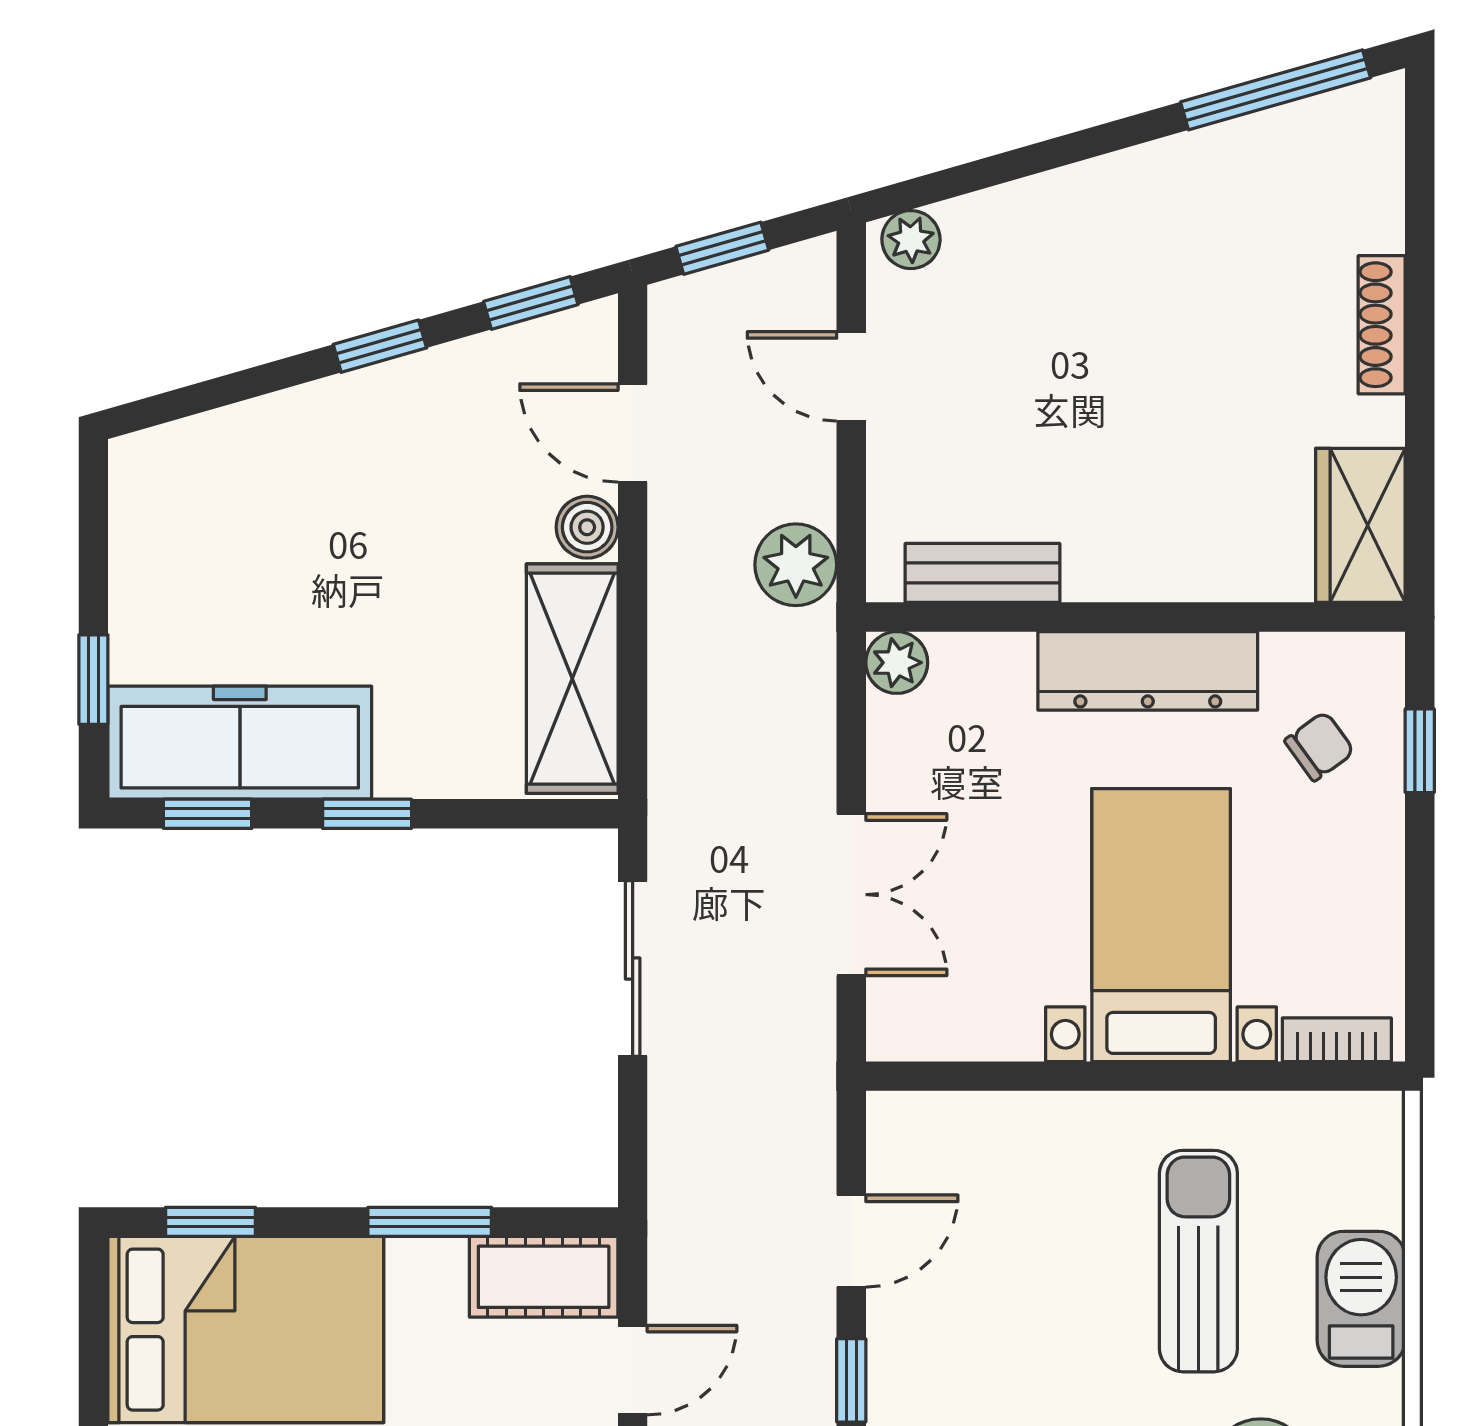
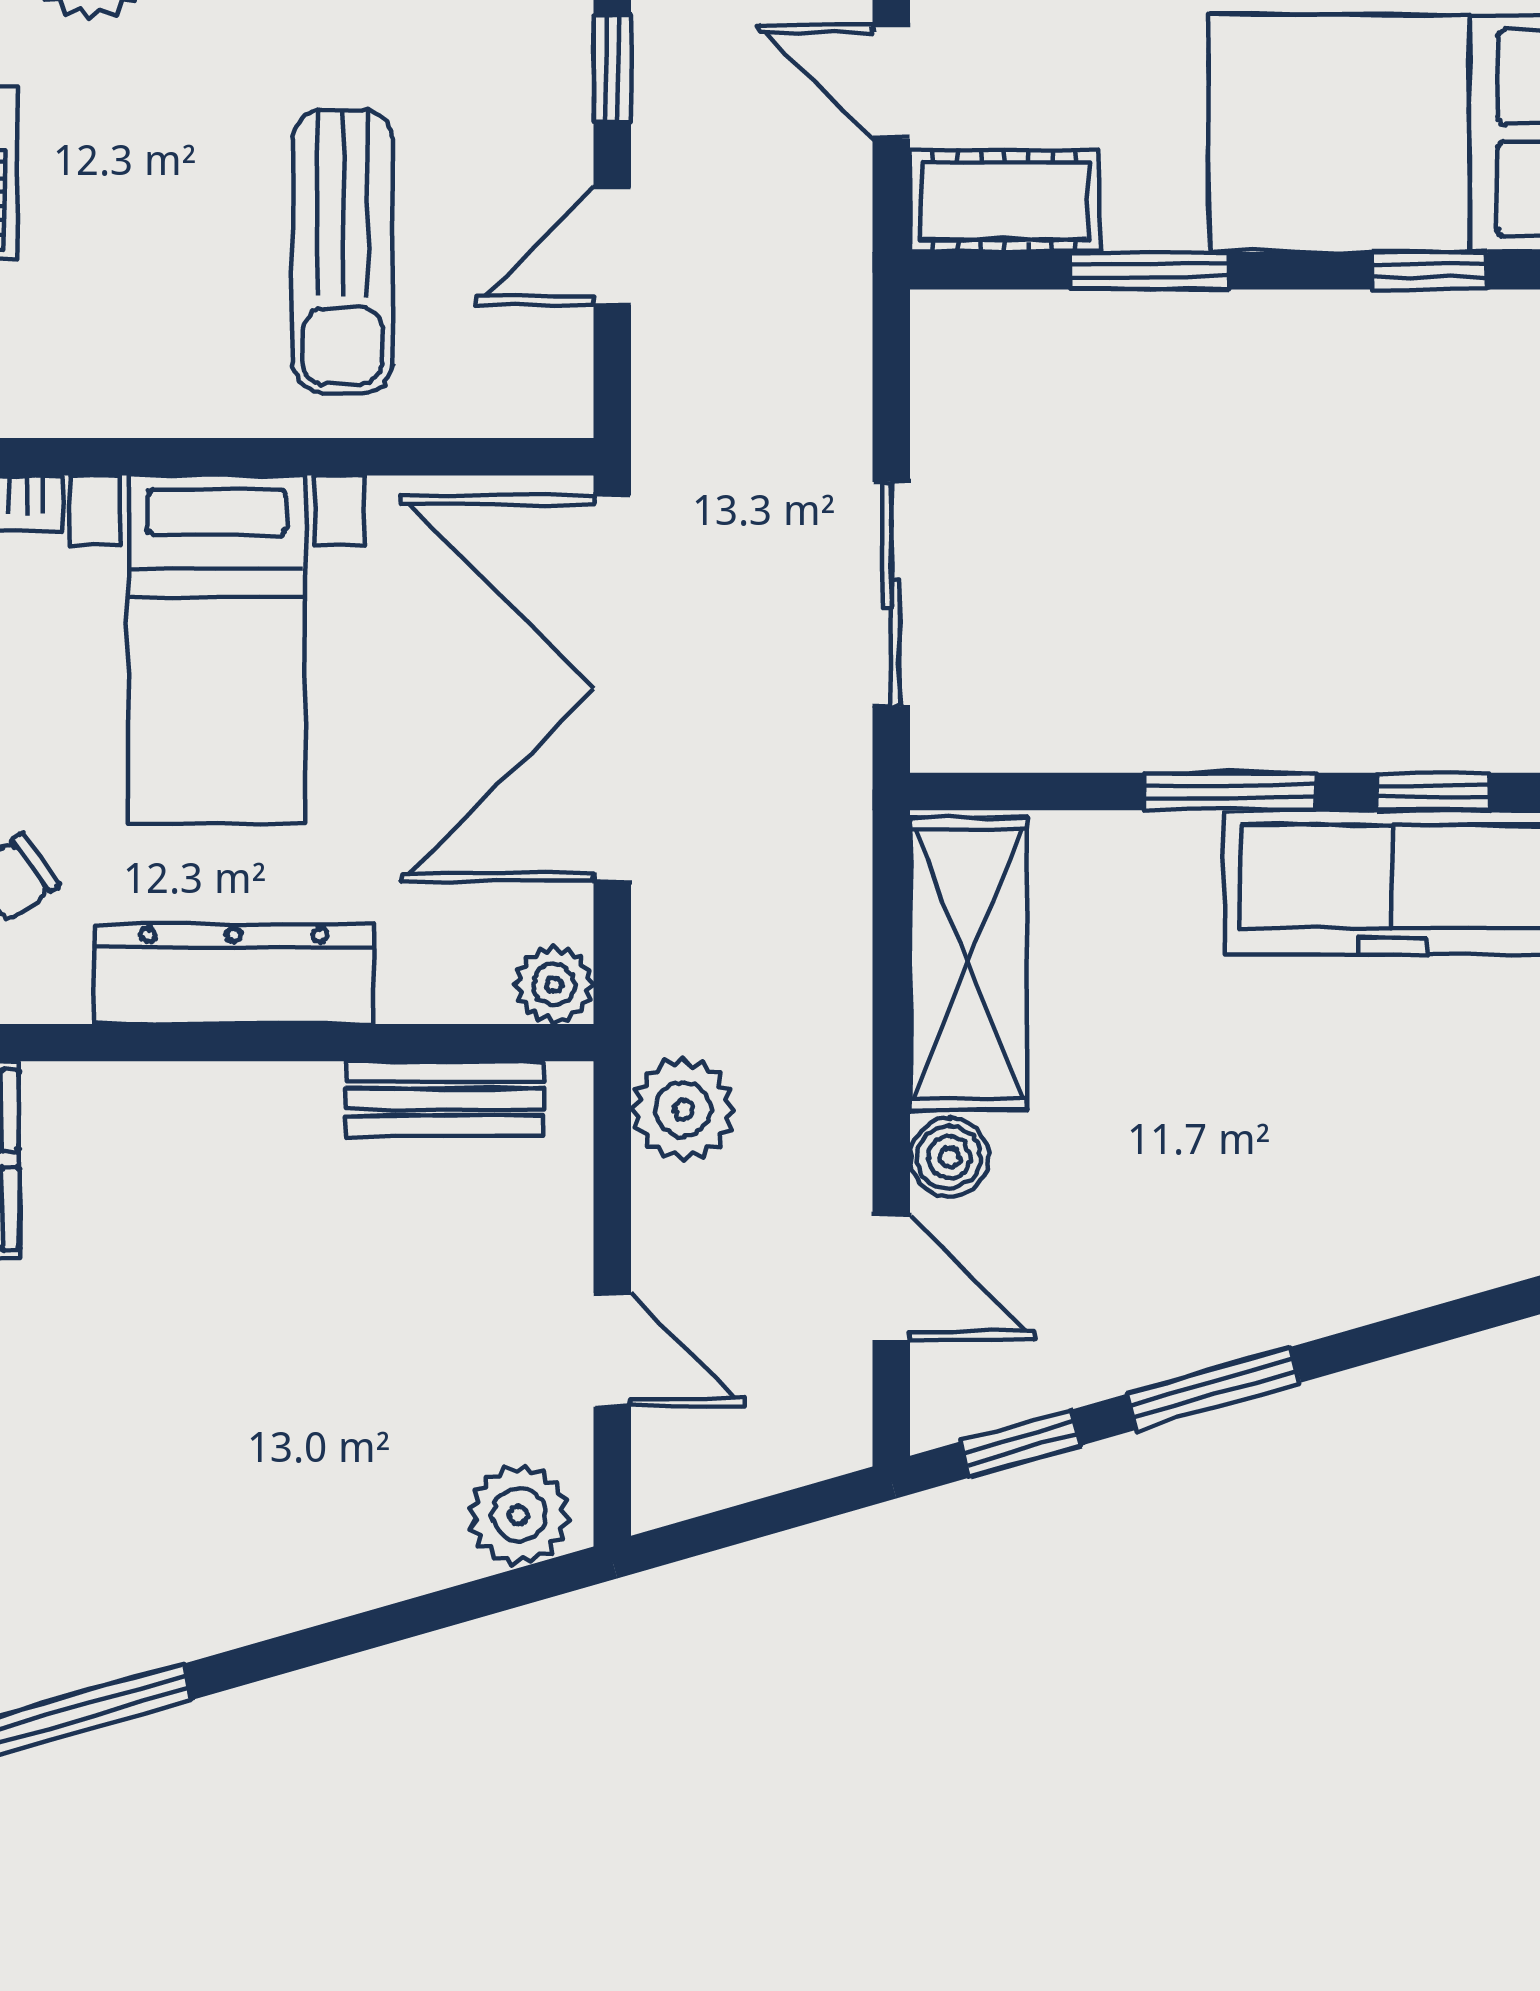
plant: (911, 240) -> (519, 1515), width x1.38, depth x1.38
window: (722, 248) -> (777, 1513), removed
window: (380, 346) -> (1214, 1388), width x1.50
window: (367, 814) -> (1230, 792), width x1.50
double door: (851, 895) -> (612, 688), width x1.87
sun lounger: (1198, 1261) -> (343, 251), moved
door: (633, 1370) -> (891, 82), hinge flipped

